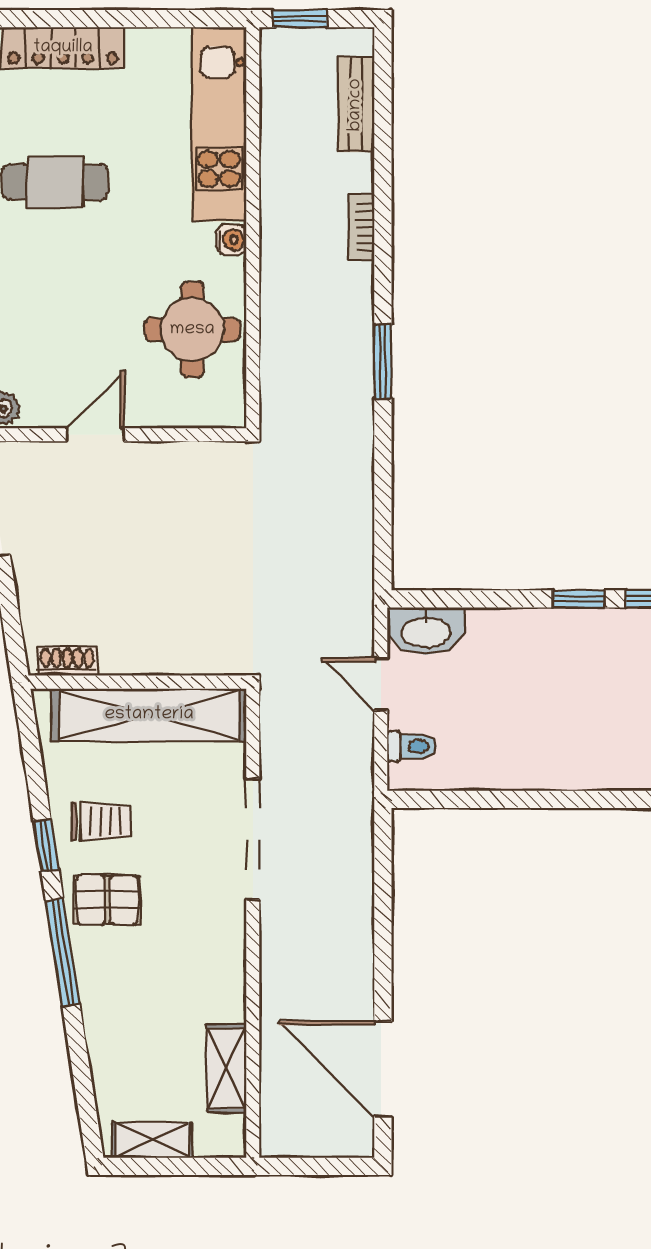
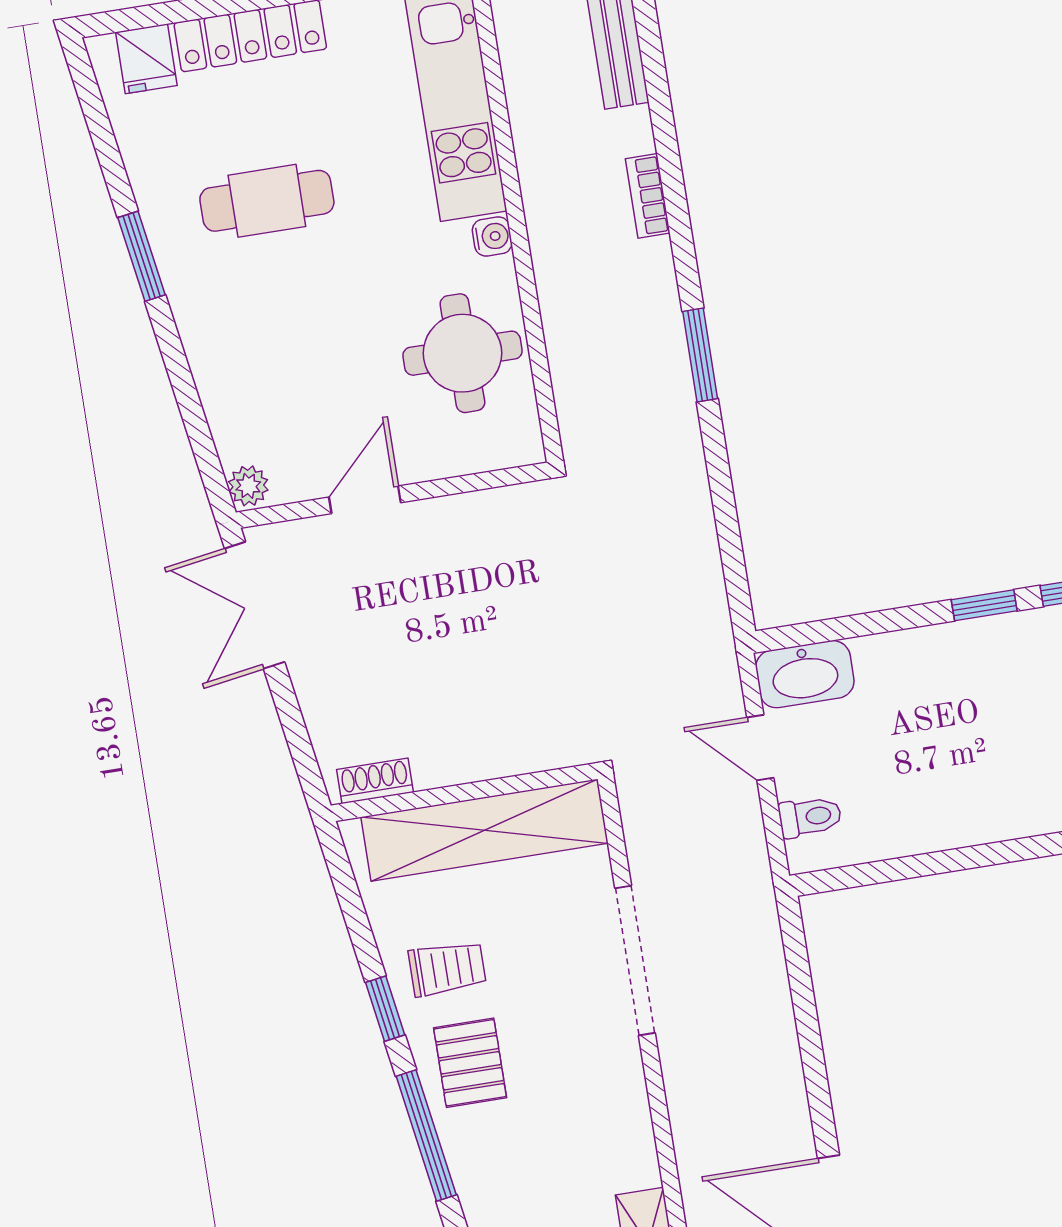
pallet: (107, 900) -> (470, 1063), turned 90

